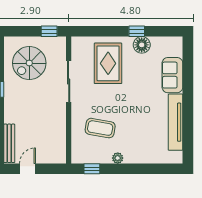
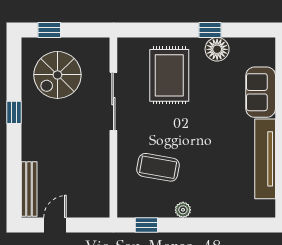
window: (49, 31) -> (49, 30), moved

